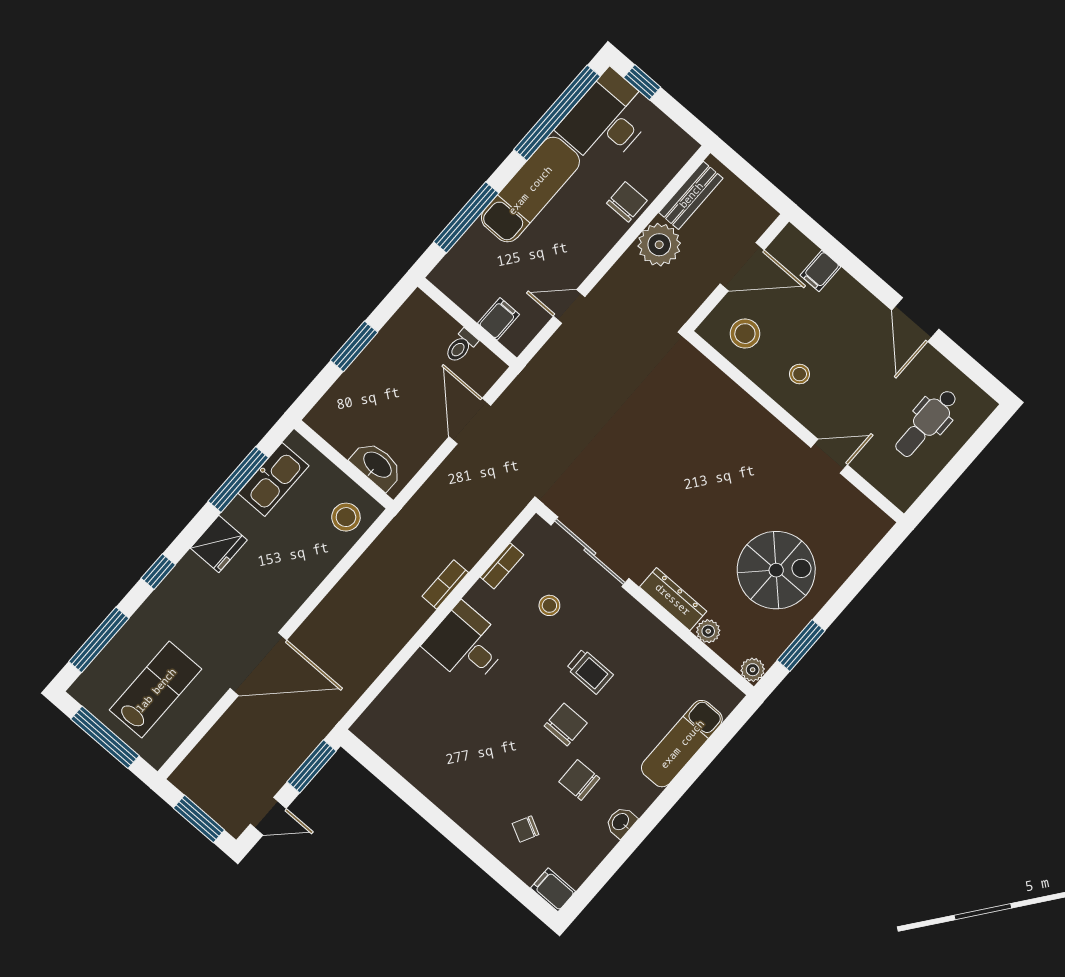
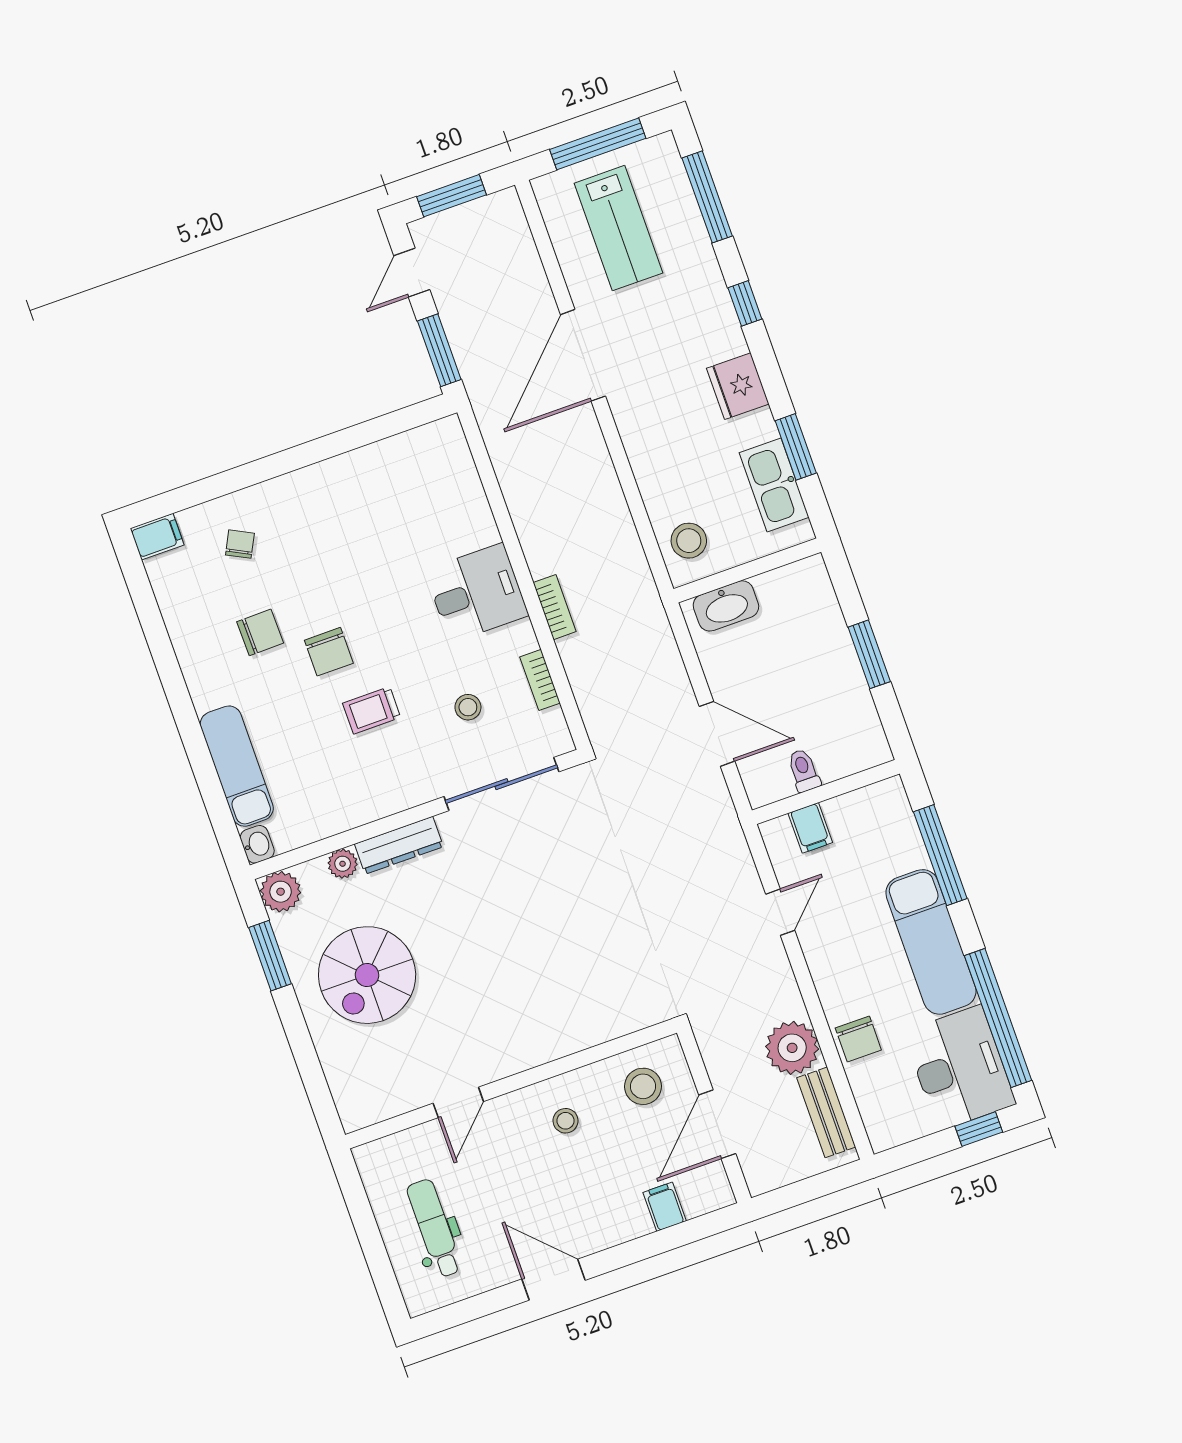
window: (238, 479) -> (796, 447), width x0.69
plant: (753, 670) -> (281, 892), width x1.38, depth x1.38
washbasin: (621, 822) -> (257, 844), moved

